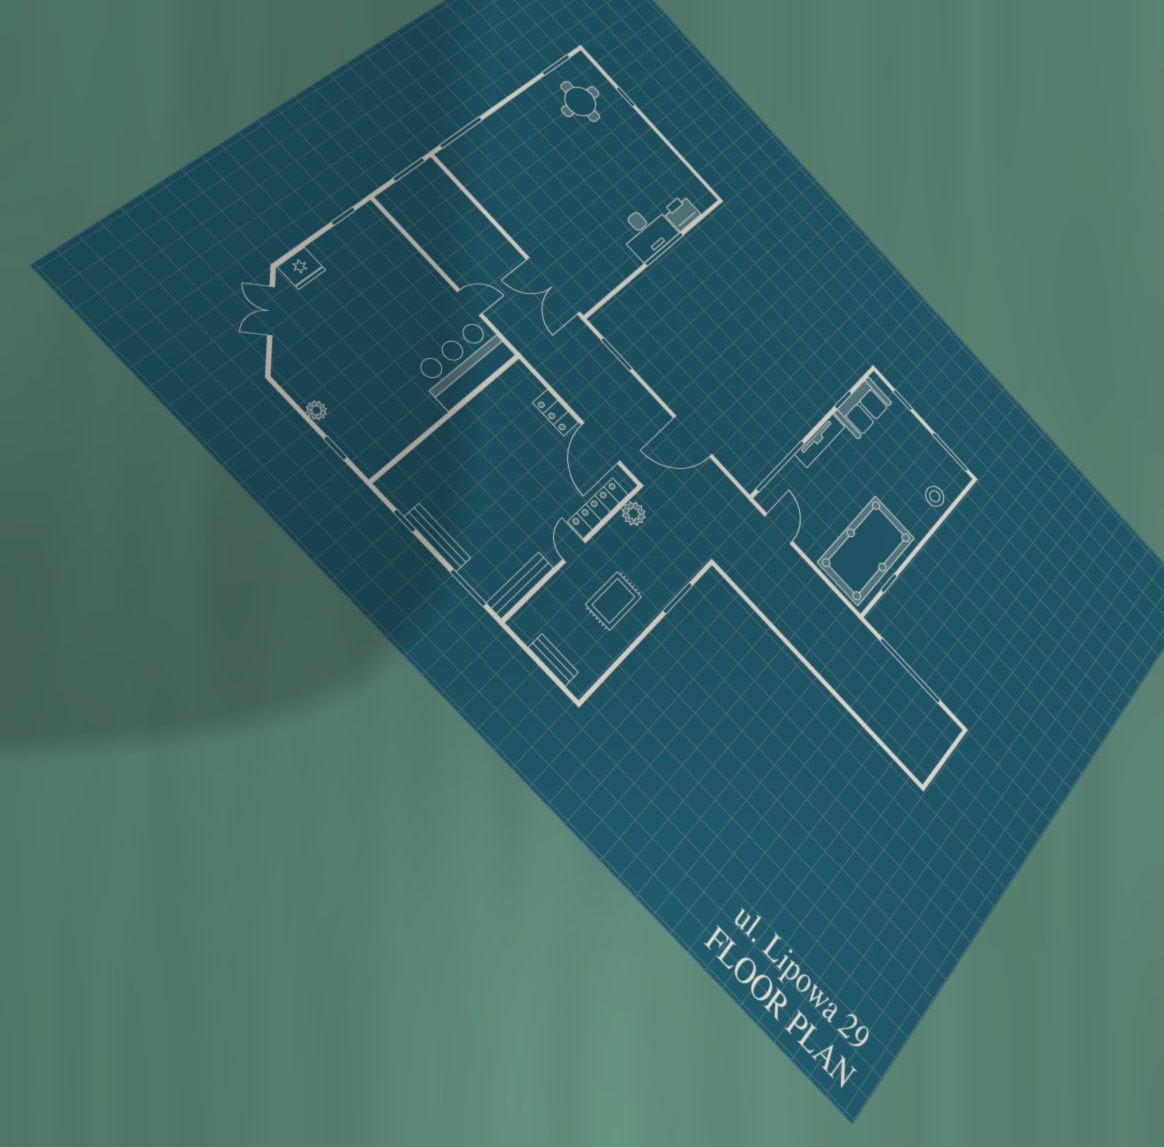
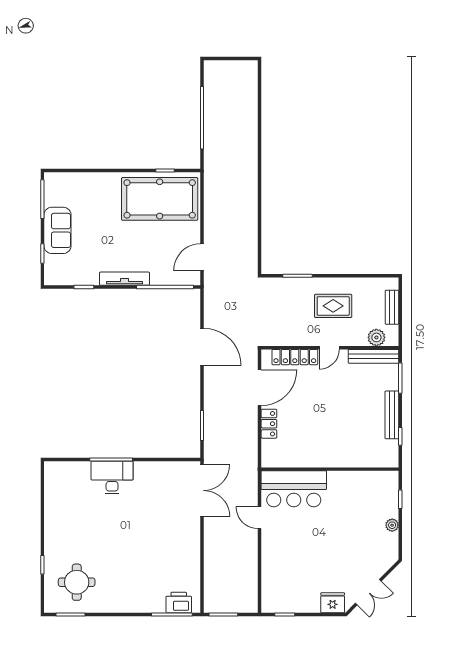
printer: (681, 213) -> (179, 602), moved, turned 180
sofa: (863, 408) -> (57, 230), moved, turned 90
stool: (935, 496) -> (82, 186), removed
plant: (634, 514) -> (376, 337), moved

